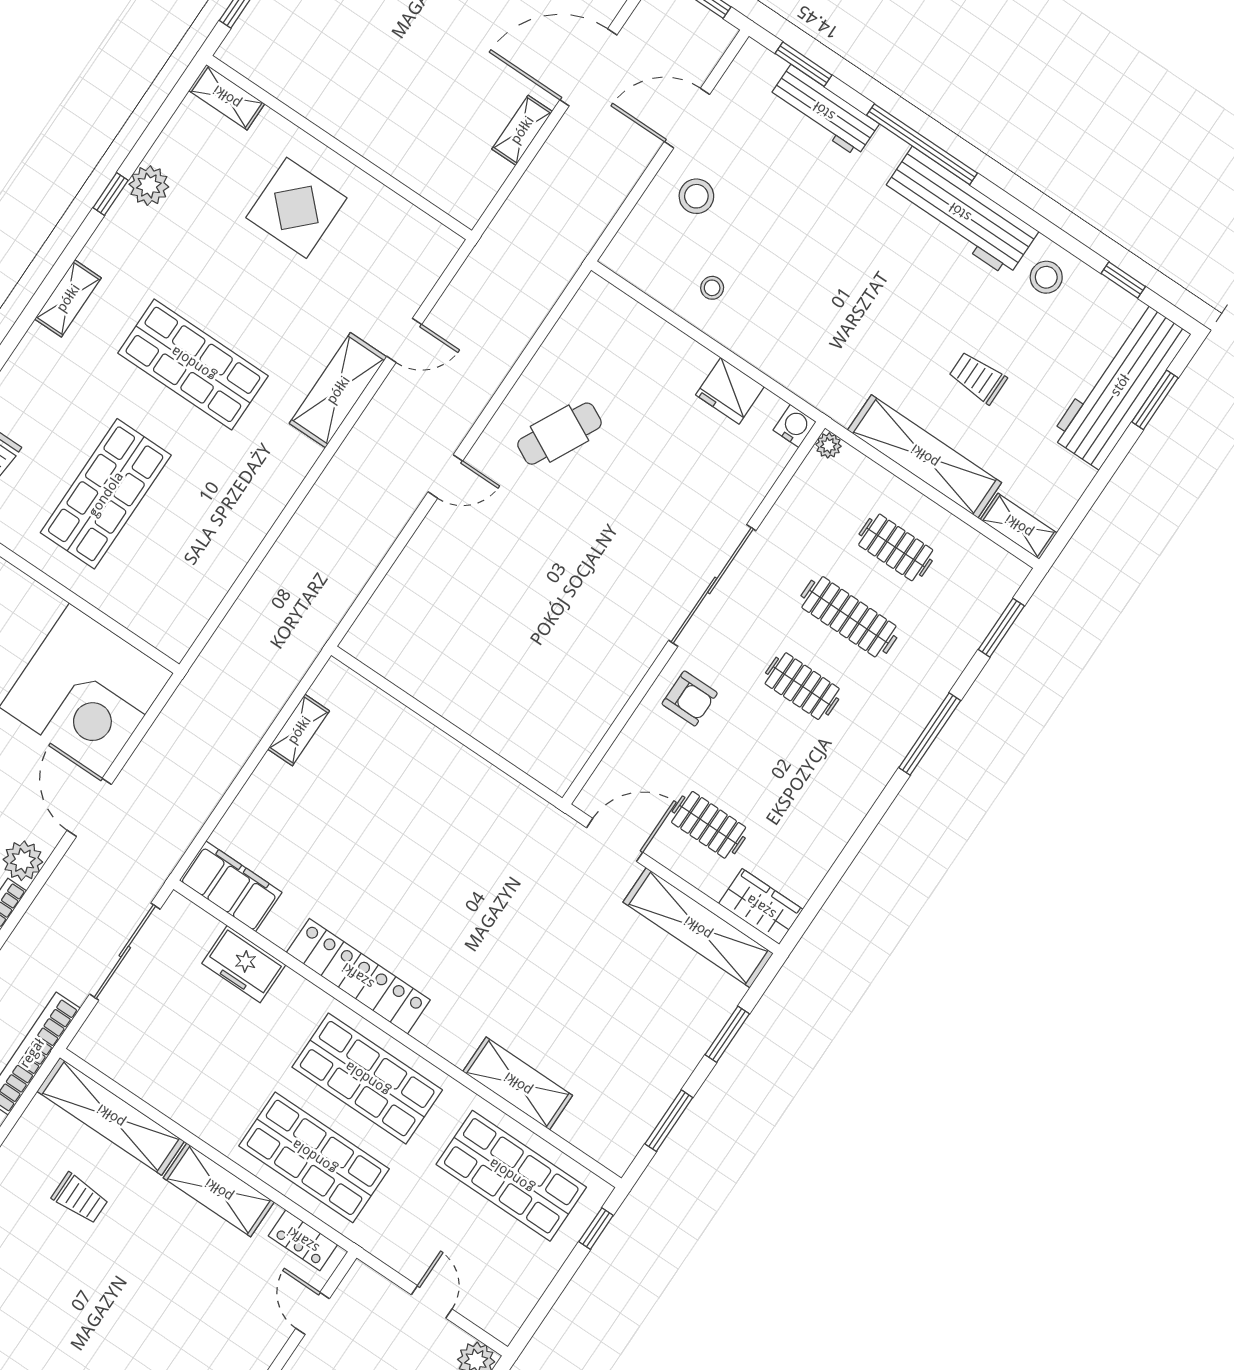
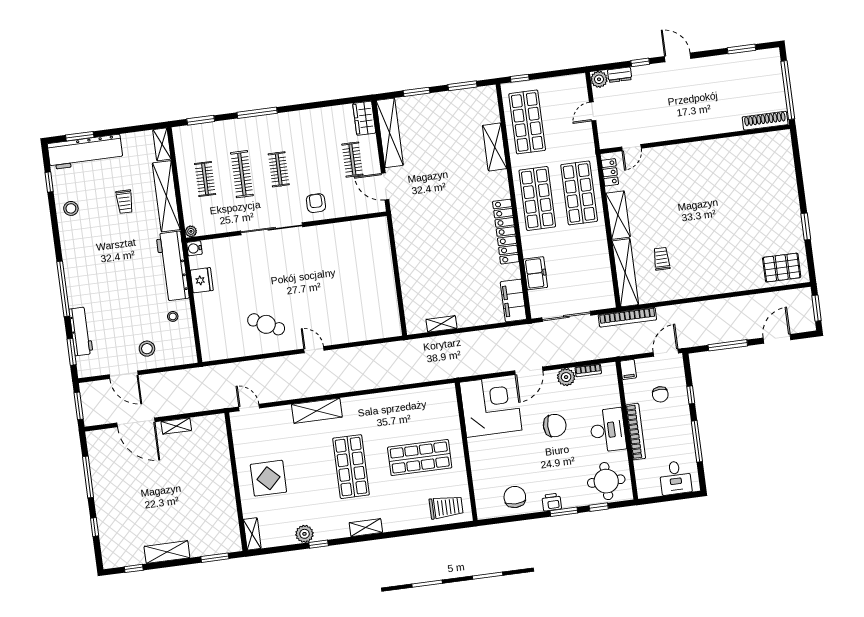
workbench: (960, 212) -> (173, 266), moved, turned 180
door: (404, 340) -> (249, 408), moved

